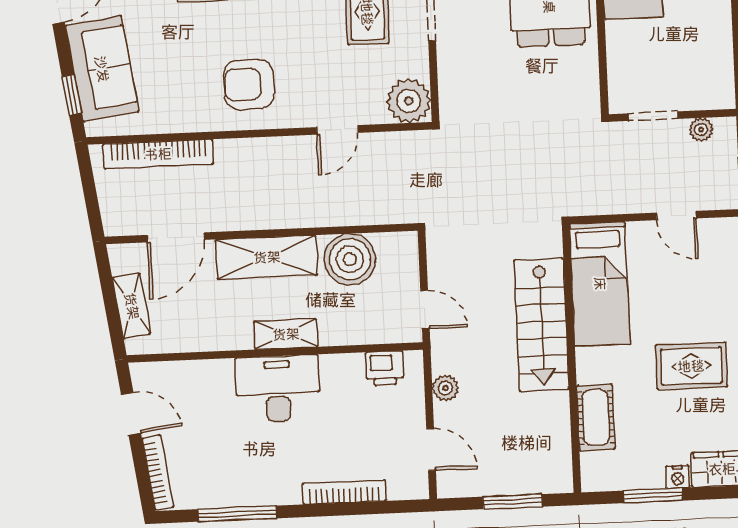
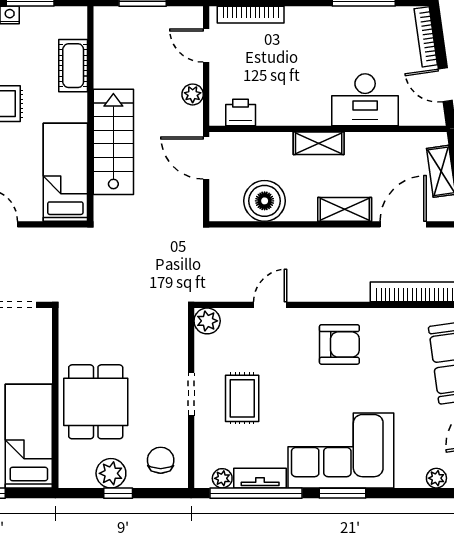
plant: (409, 101) -> (207, 321), width x0.73, depth x0.73
shelving: (267, 257) -> (345, 209), width x0.67, depth x0.75
door: (425, 310) -> (206, 158), width x1.38
desk: (278, 389) -> (365, 100), moved
bookcase: (344, 492) -> (251, 15), moved

